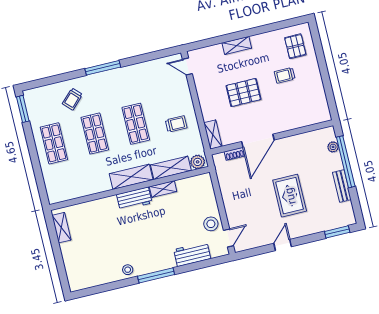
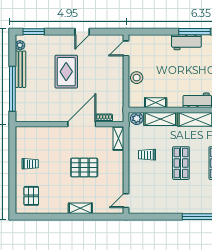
door: (187, 67) -> (126, 201), swing flipped
trolley: (285, 75) -> (30, 164), moved
plant: (333, 147) -> (20, 45), moved
bench: (342, 186) -> (20, 69), width x1.36
shelving: (163, 189) -> (156, 103), moved
stool: (211, 224) -> (137, 78), moved
workbench: (192, 254) -> (186, 42), moved

